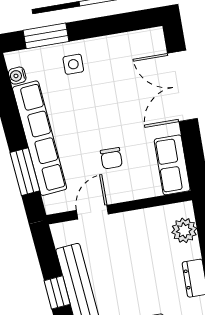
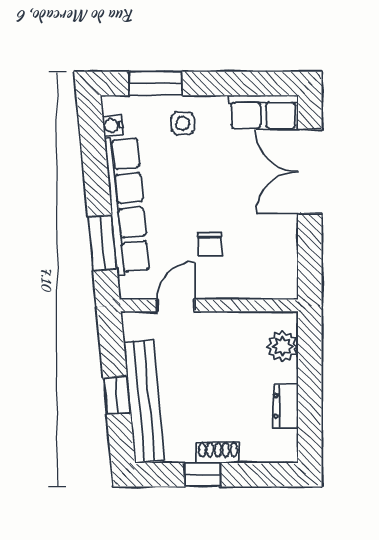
row of seats: (172, 165) -> (263, 112), moved, turned -90

